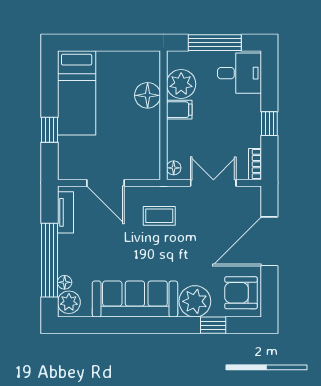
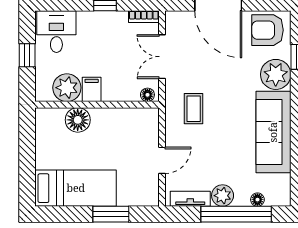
window: (215, 43) -> (27, 55), width x0.46
window: (49, 130) -> (111, 214), width x1.50
door: (105, 183) -> (162, 160), width x0.73
armchair: (241, 293) -> (268, 30), turned 90
plant: (69, 302) -> (223, 196), moved

